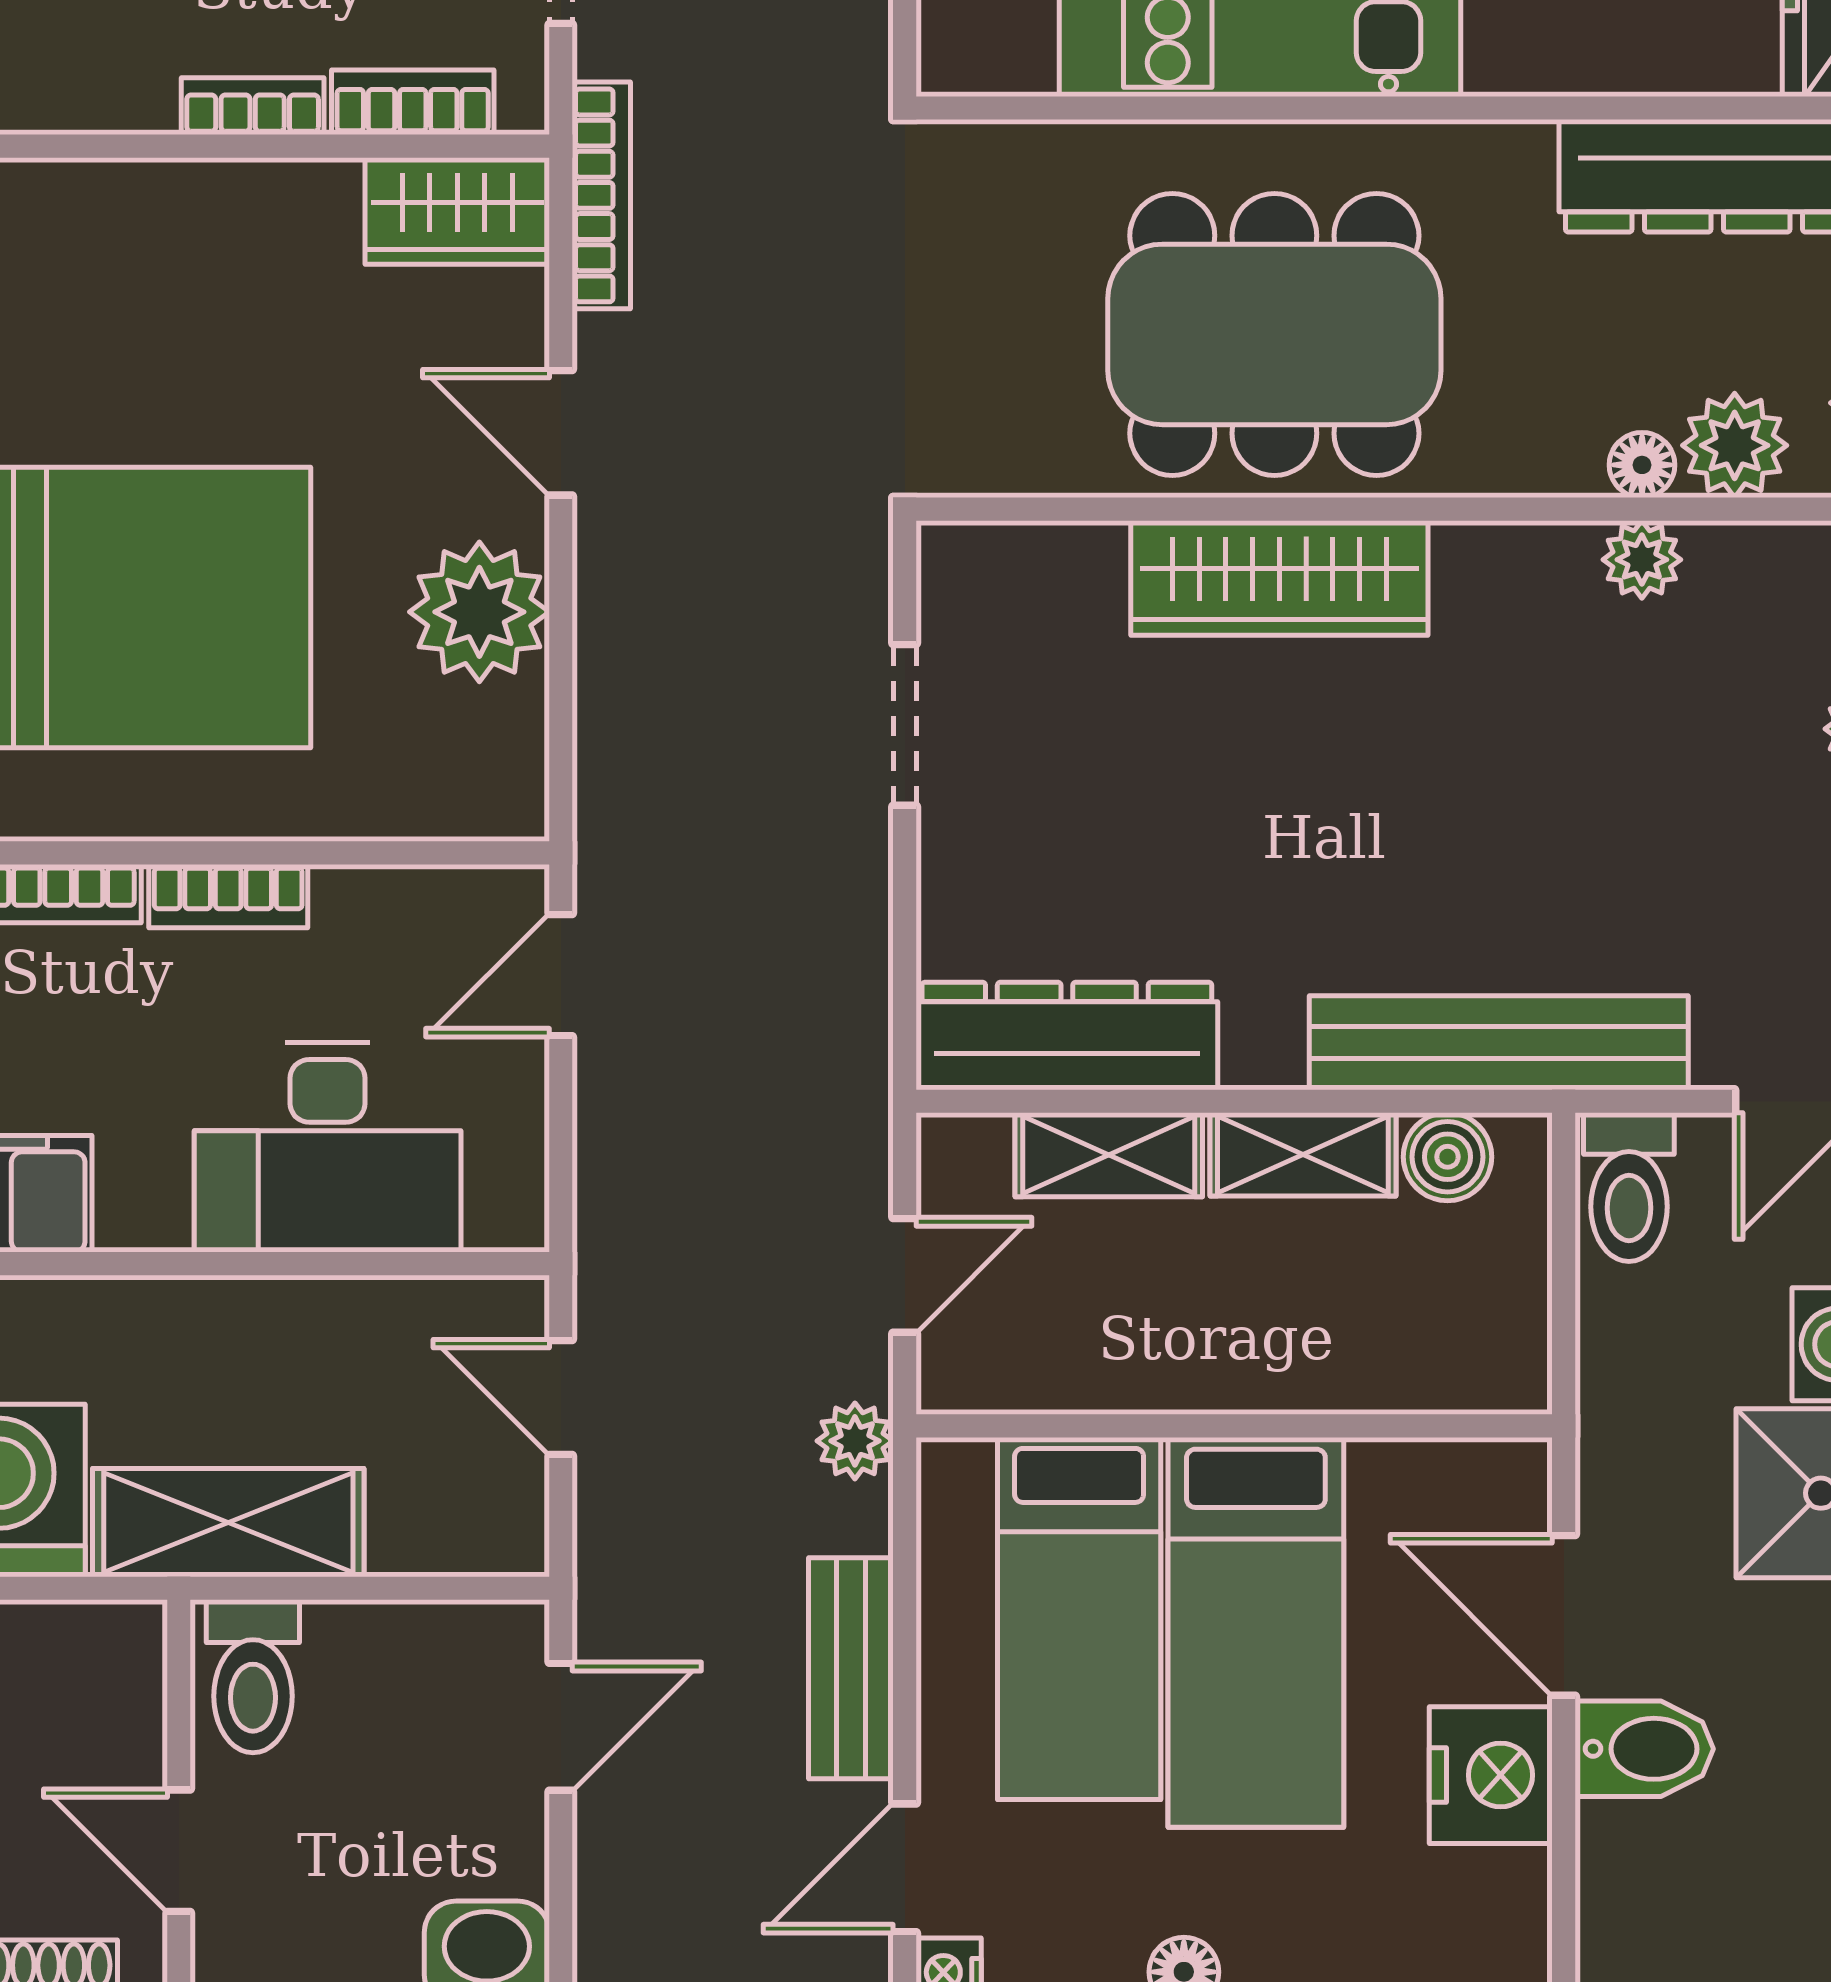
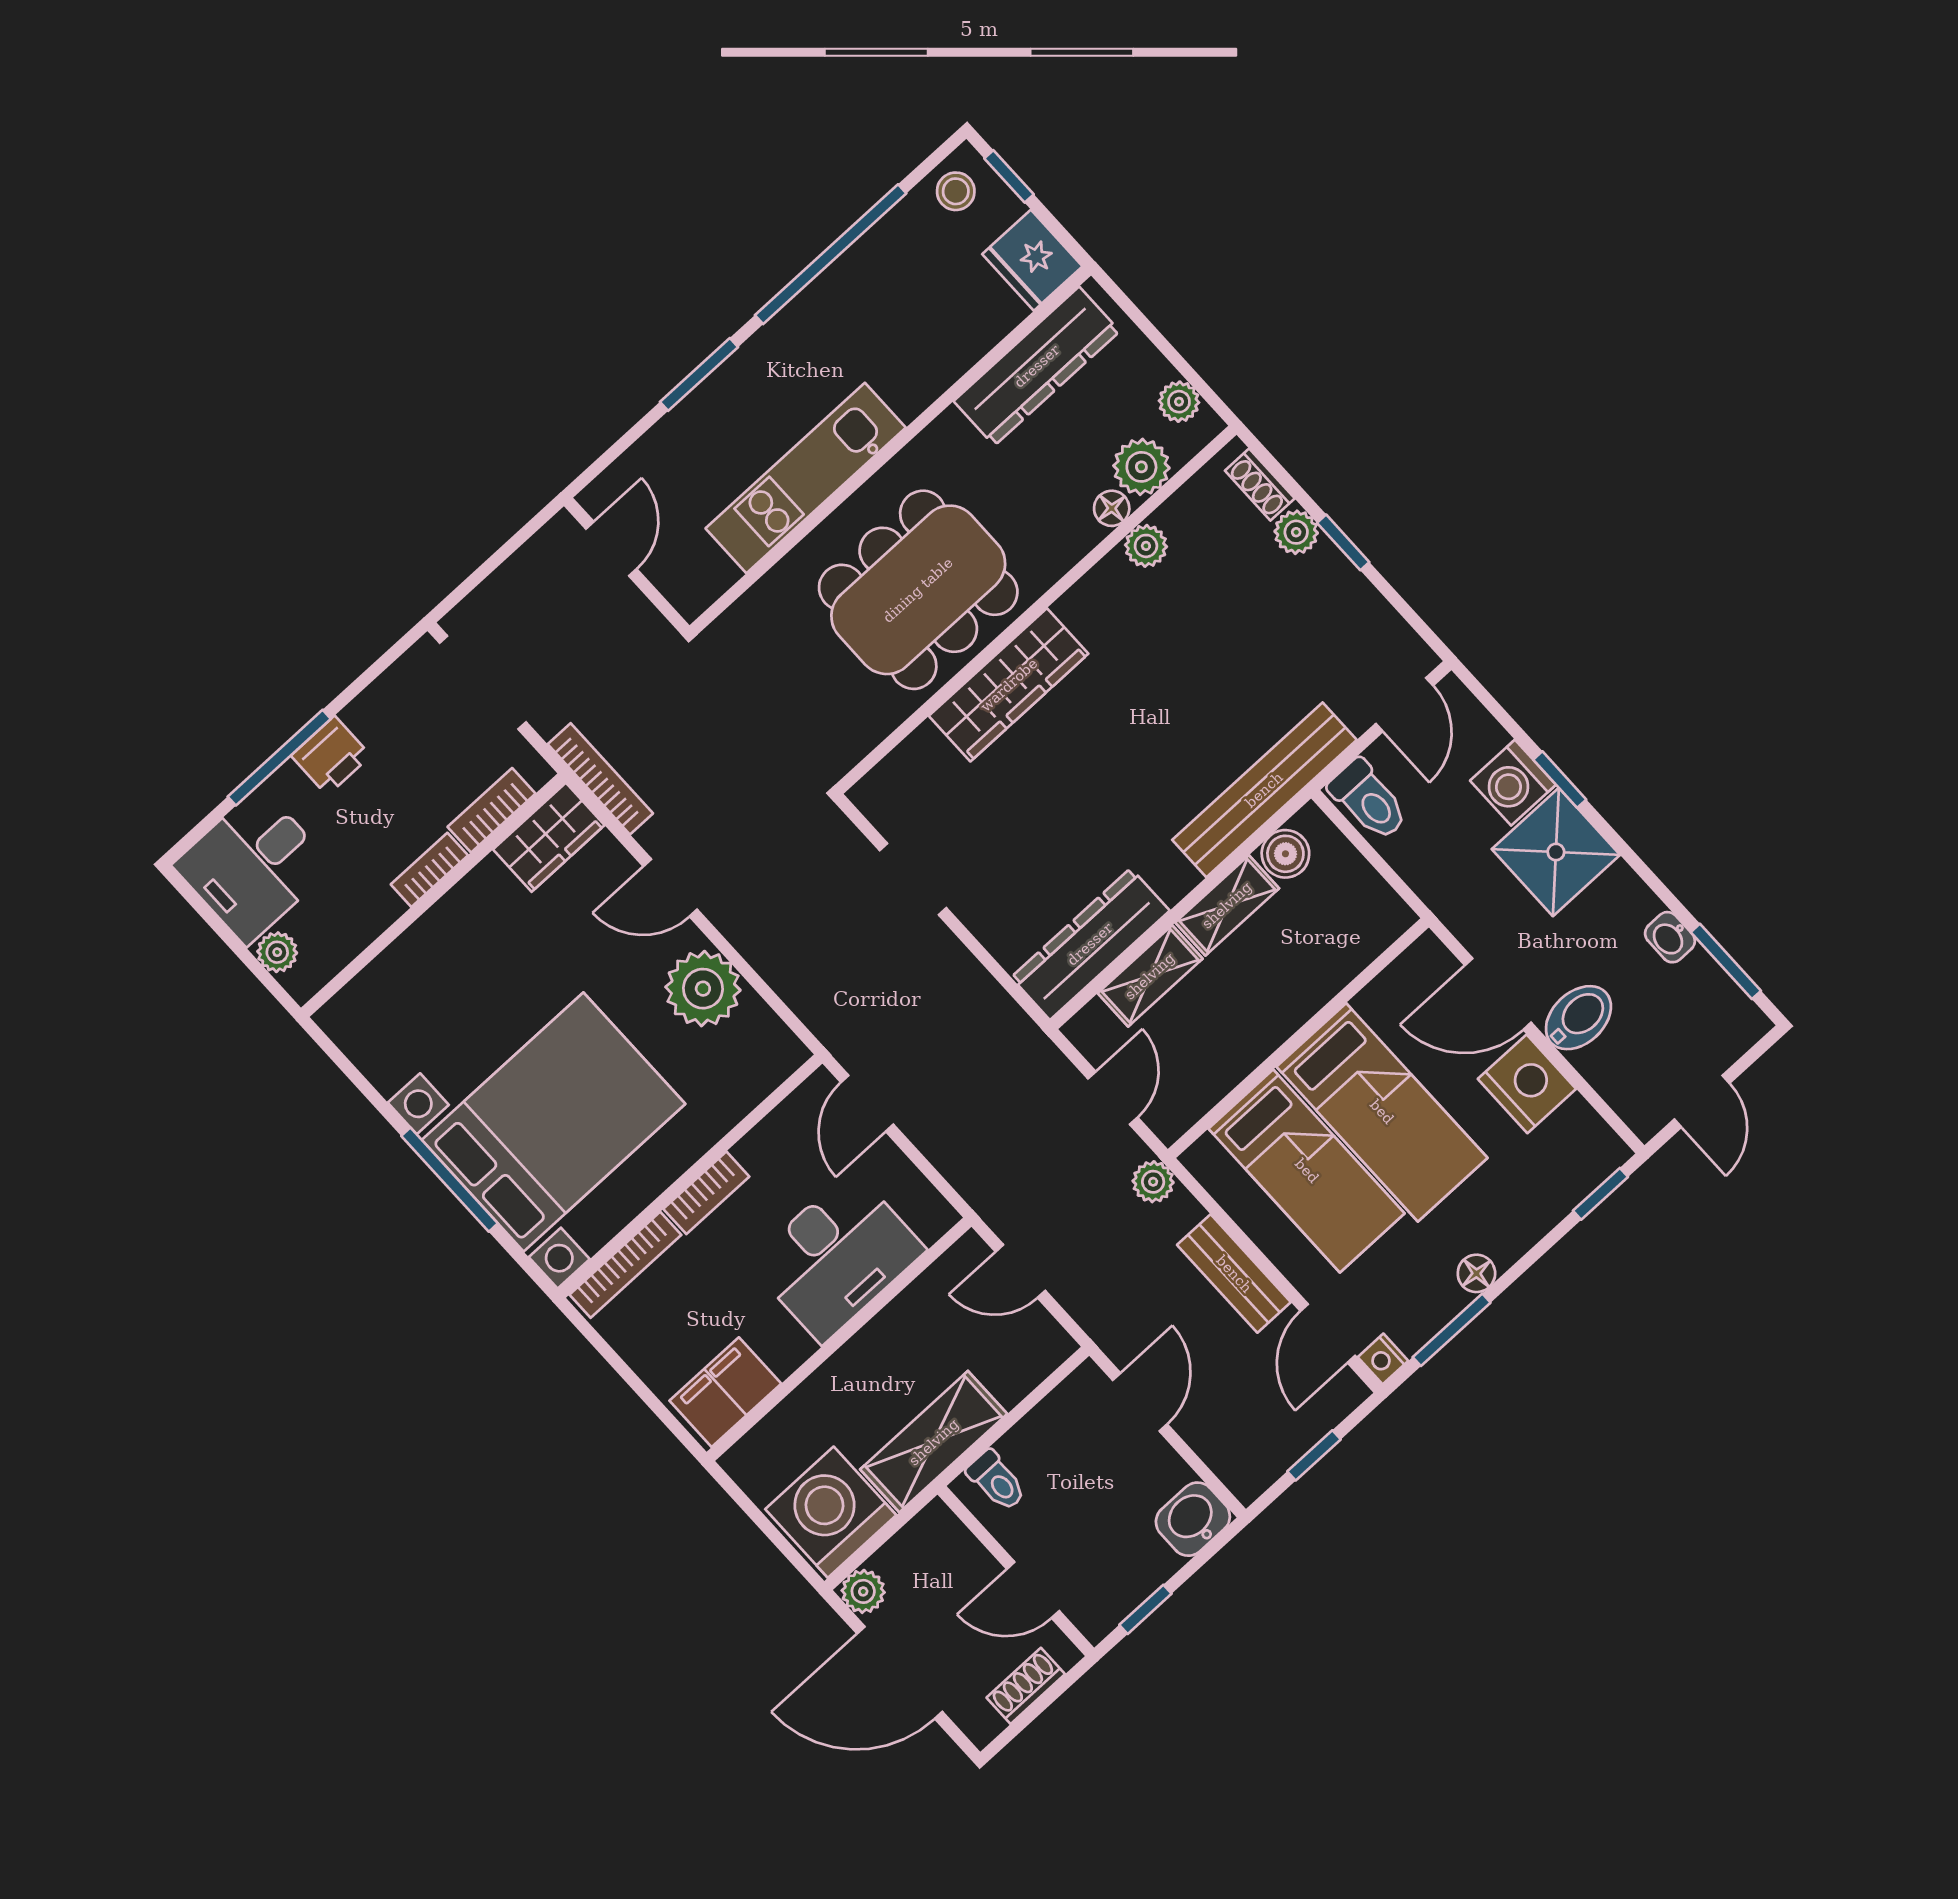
toilet: (253, 1676) -> (997, 1481), width x0.73, depth x0.72

